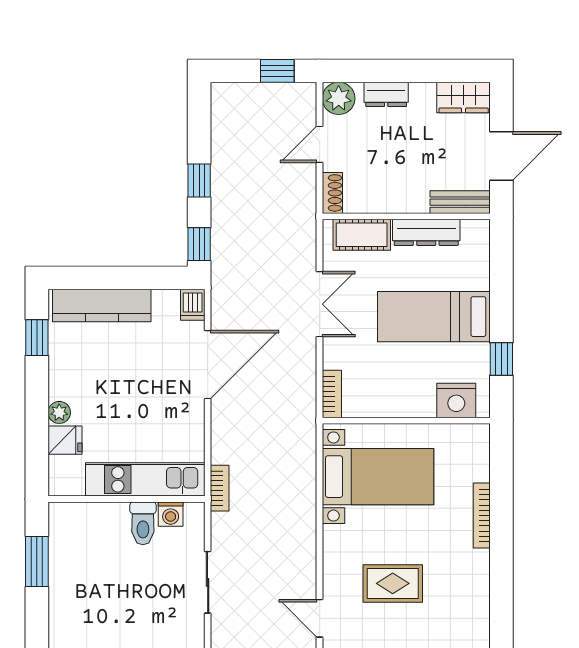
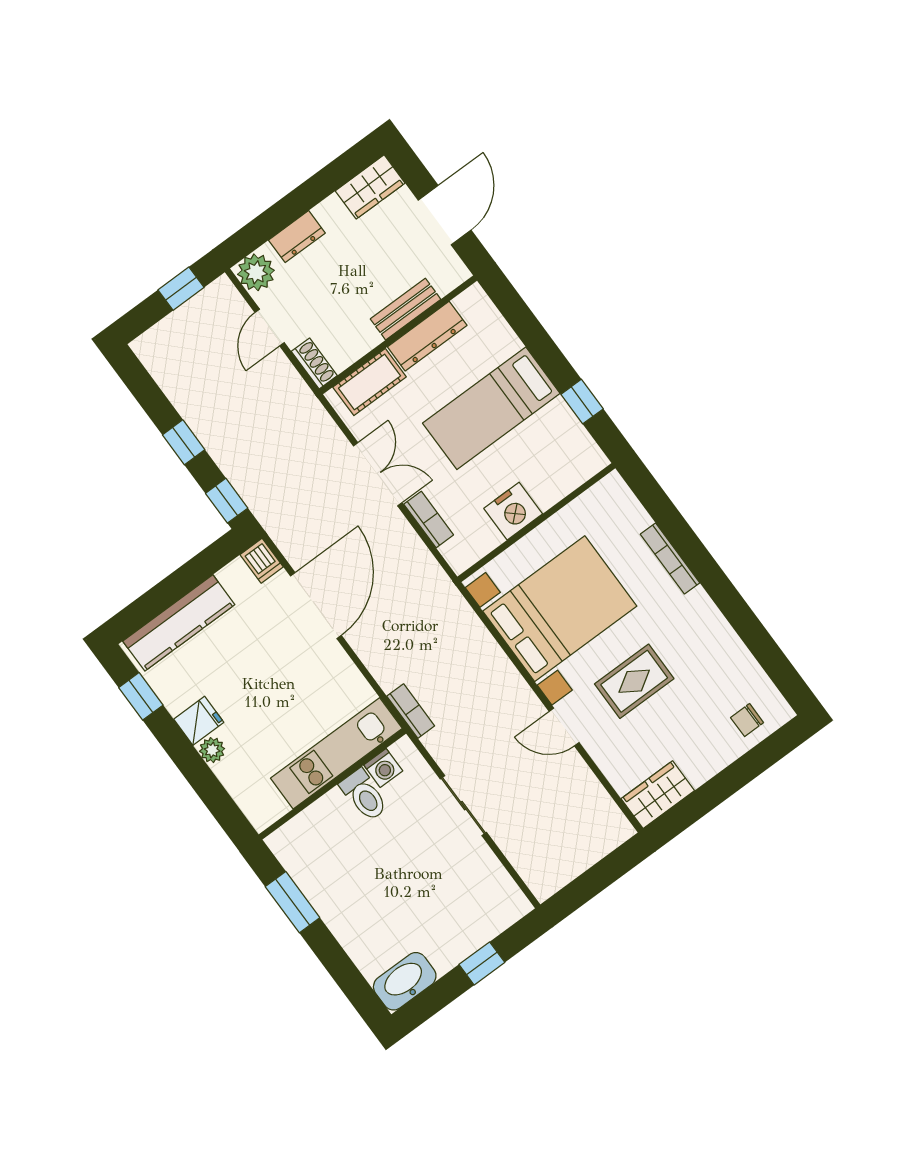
bench: (460, 202) -> (406, 309), moved
bookcase: (332, 394) -> (429, 520), moved
nightstand: (456, 401) -> (513, 511), moved
fridge: (65, 440) -> (199, 721), moved
bed with nightstands: (378, 477) -> (560, 609), width x1.36
door: (320, 618) -> (564, 727), moved

